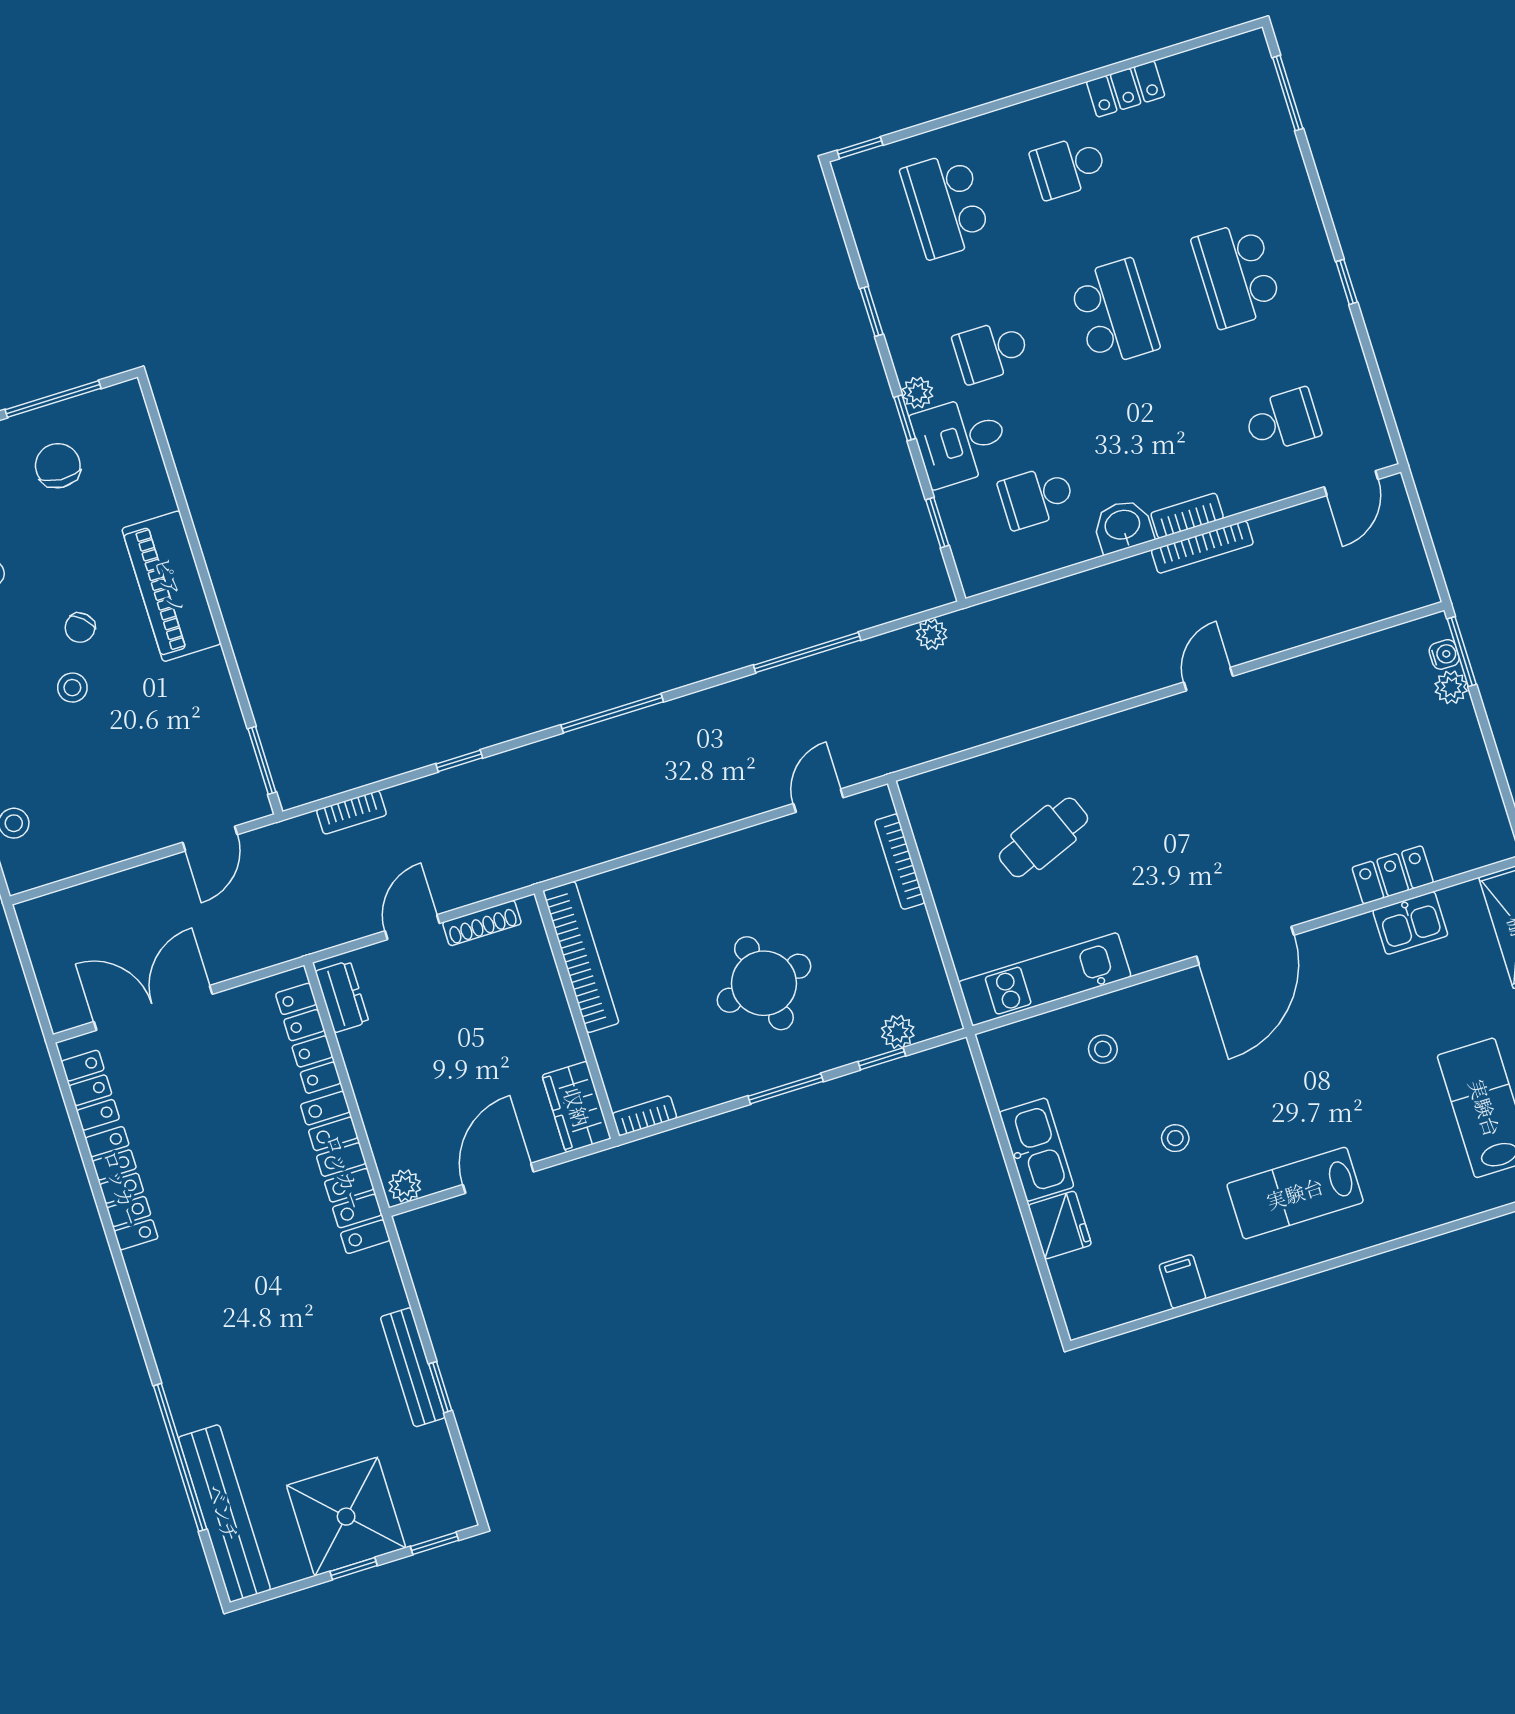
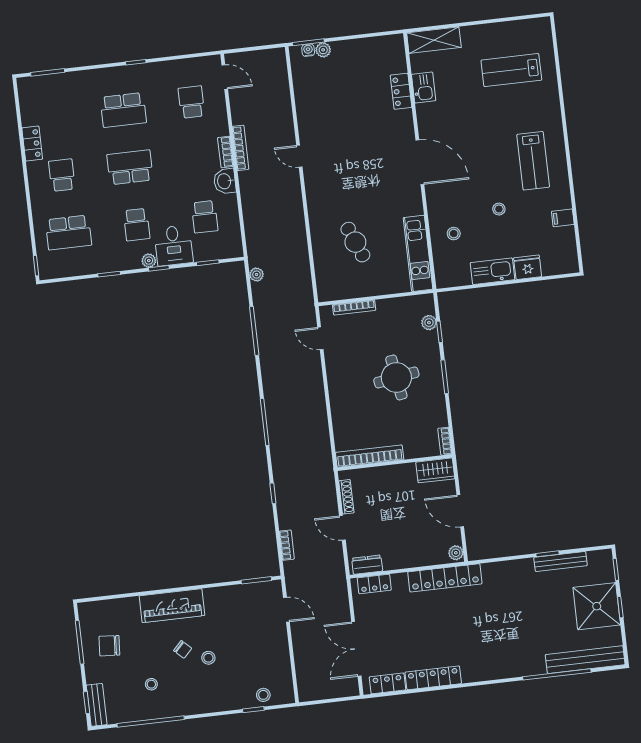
school desk: (1069, 167) -> (62, 175), turned 180
locker: (308, 1038) -> (374, 584), width x0.66
bench: (413, 1367) -> (561, 562), moved

